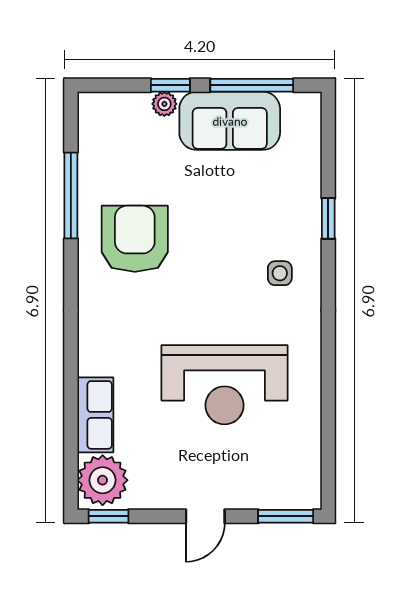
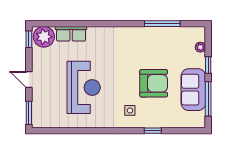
plant: (164, 104) -> (200, 47), moved
armchair: (135, 239) -> (154, 83), moved
reception desk: (225, 385) -> (84, 87), turned 180

